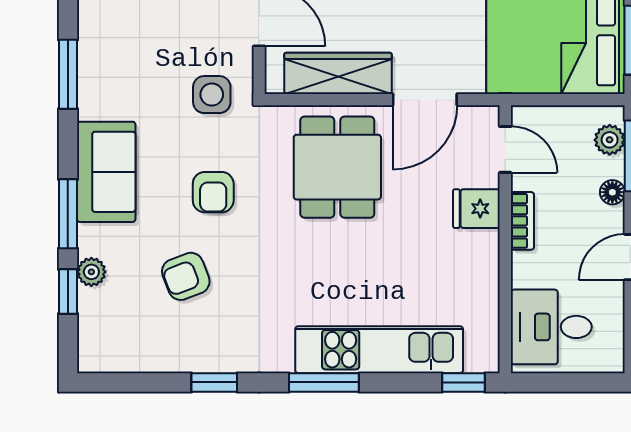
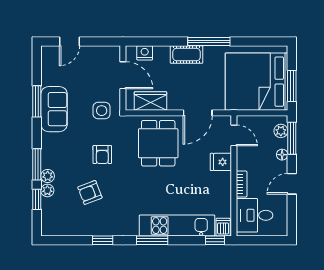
wardrobe: (338, 73) -> (150, 101), width x0.67
sofa: (106, 172) -> (54, 109), moved
bookcase: (522, 221) -> (242, 184), moved
plant: (92, 240) -> (48, 176), added
dishwasher: (481, 353) -> (223, 227), added

